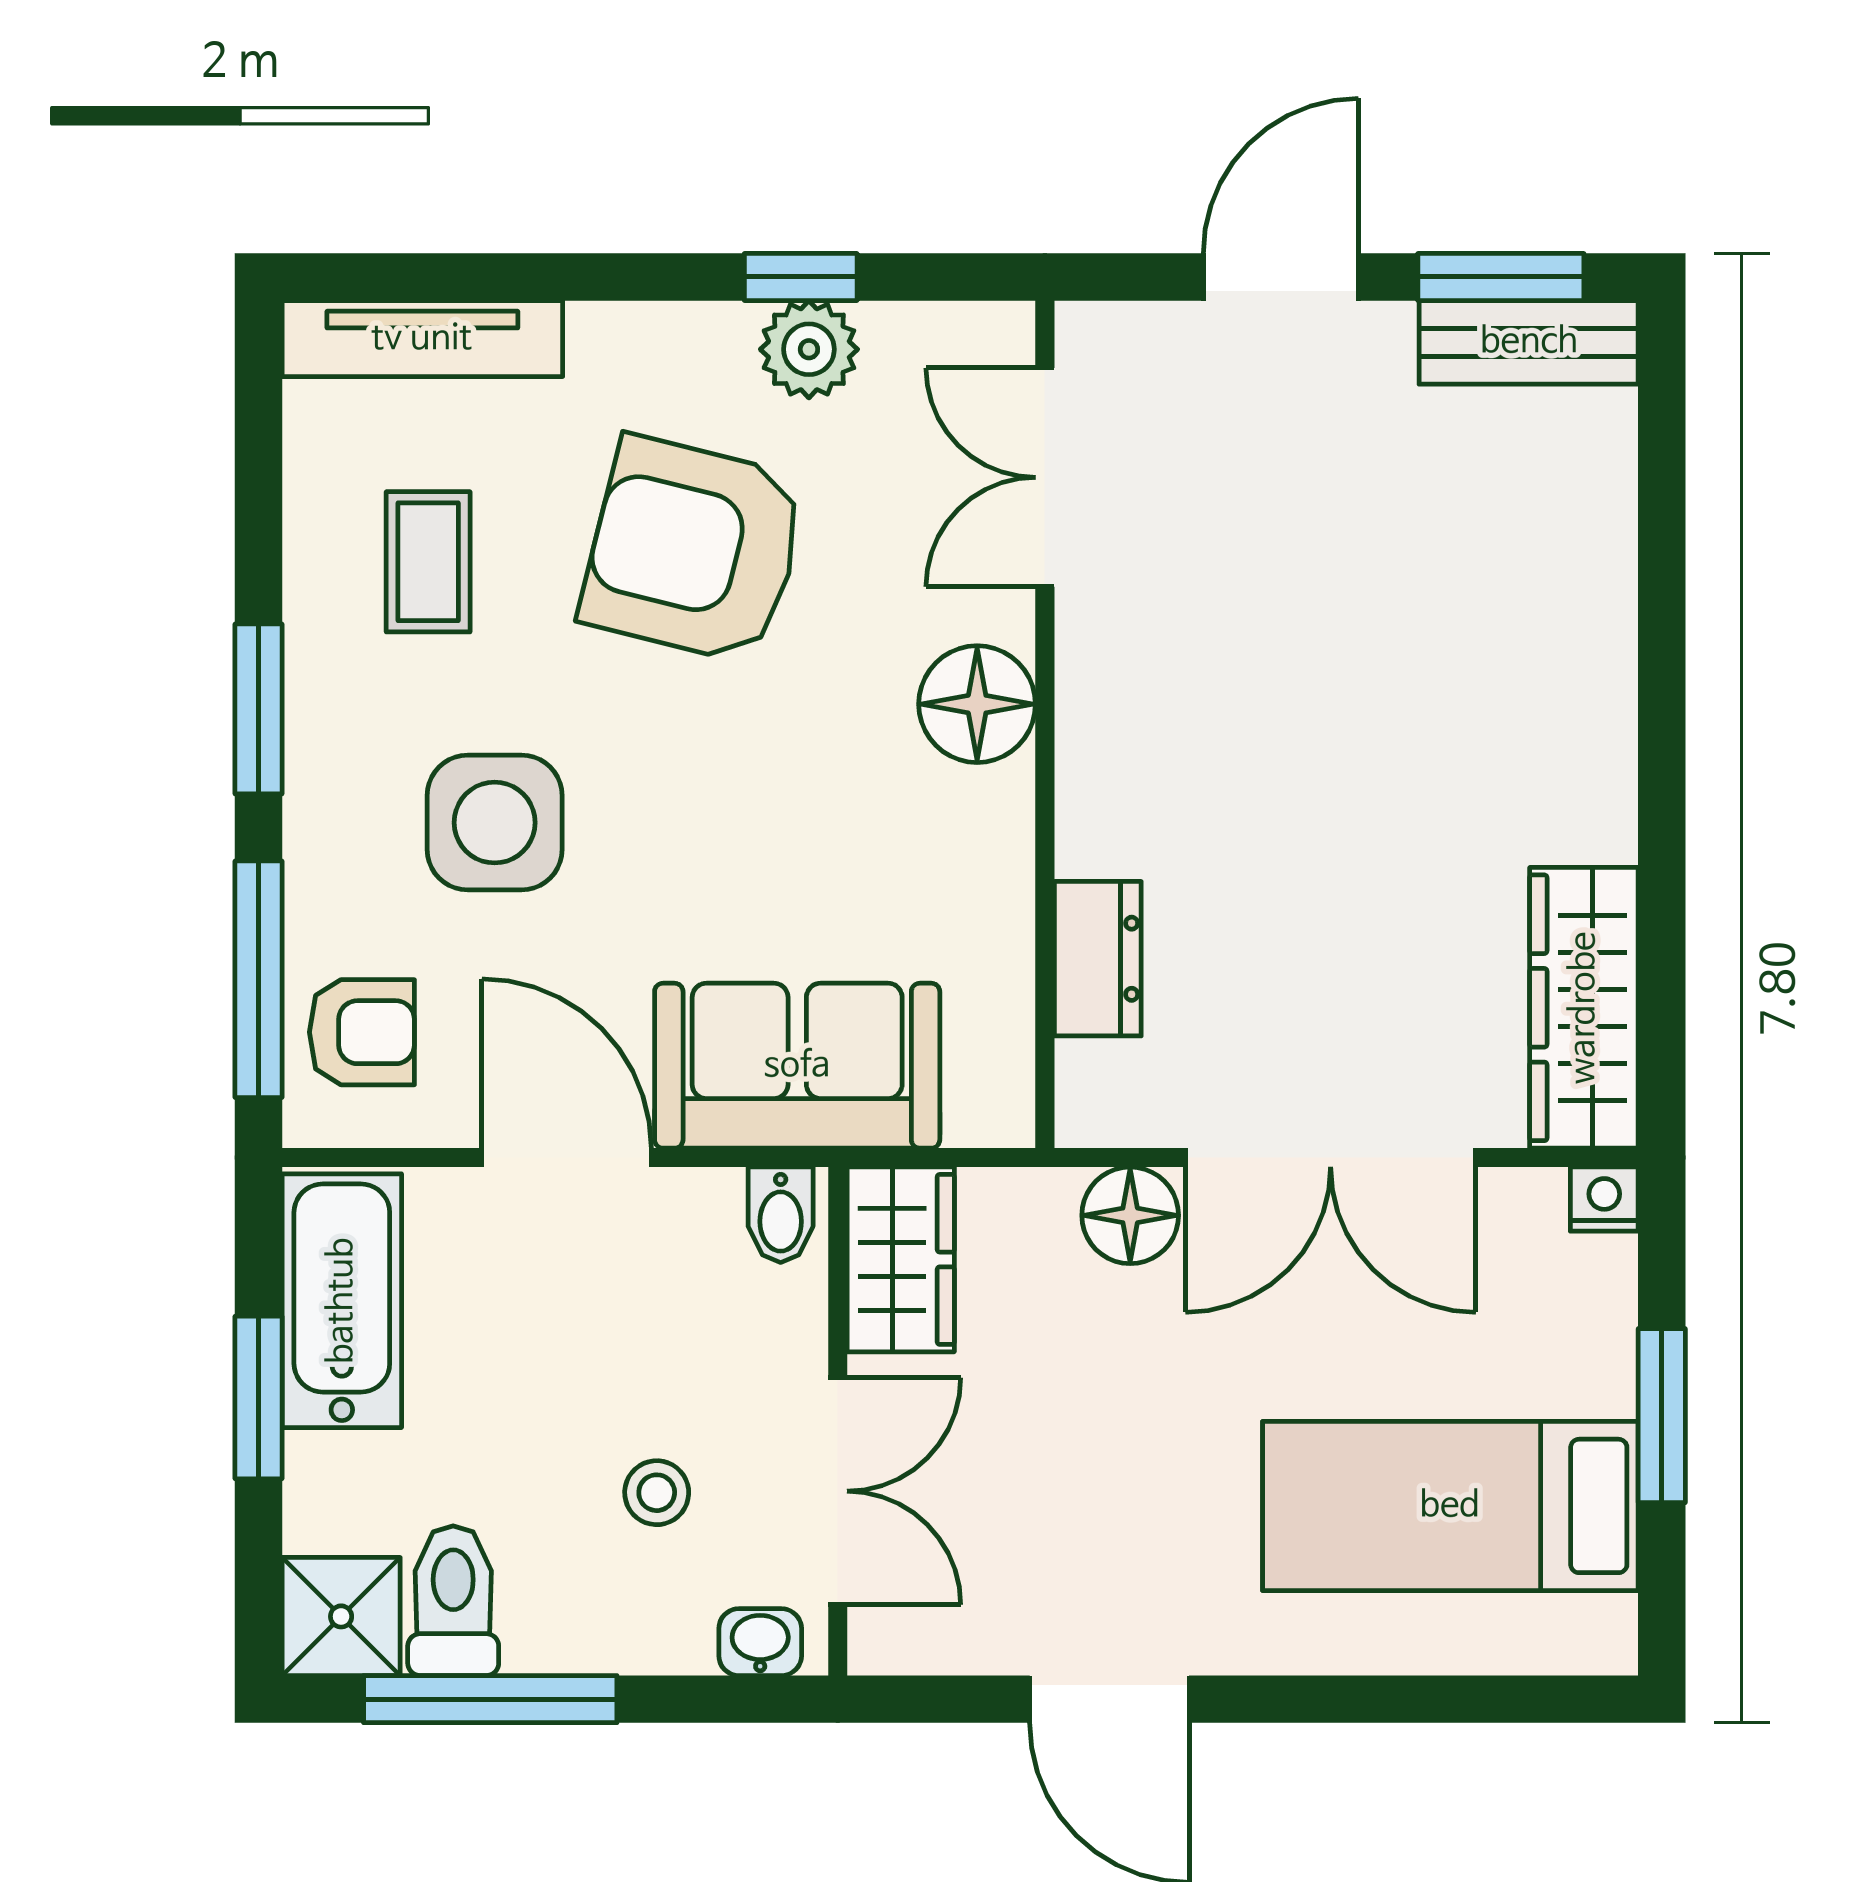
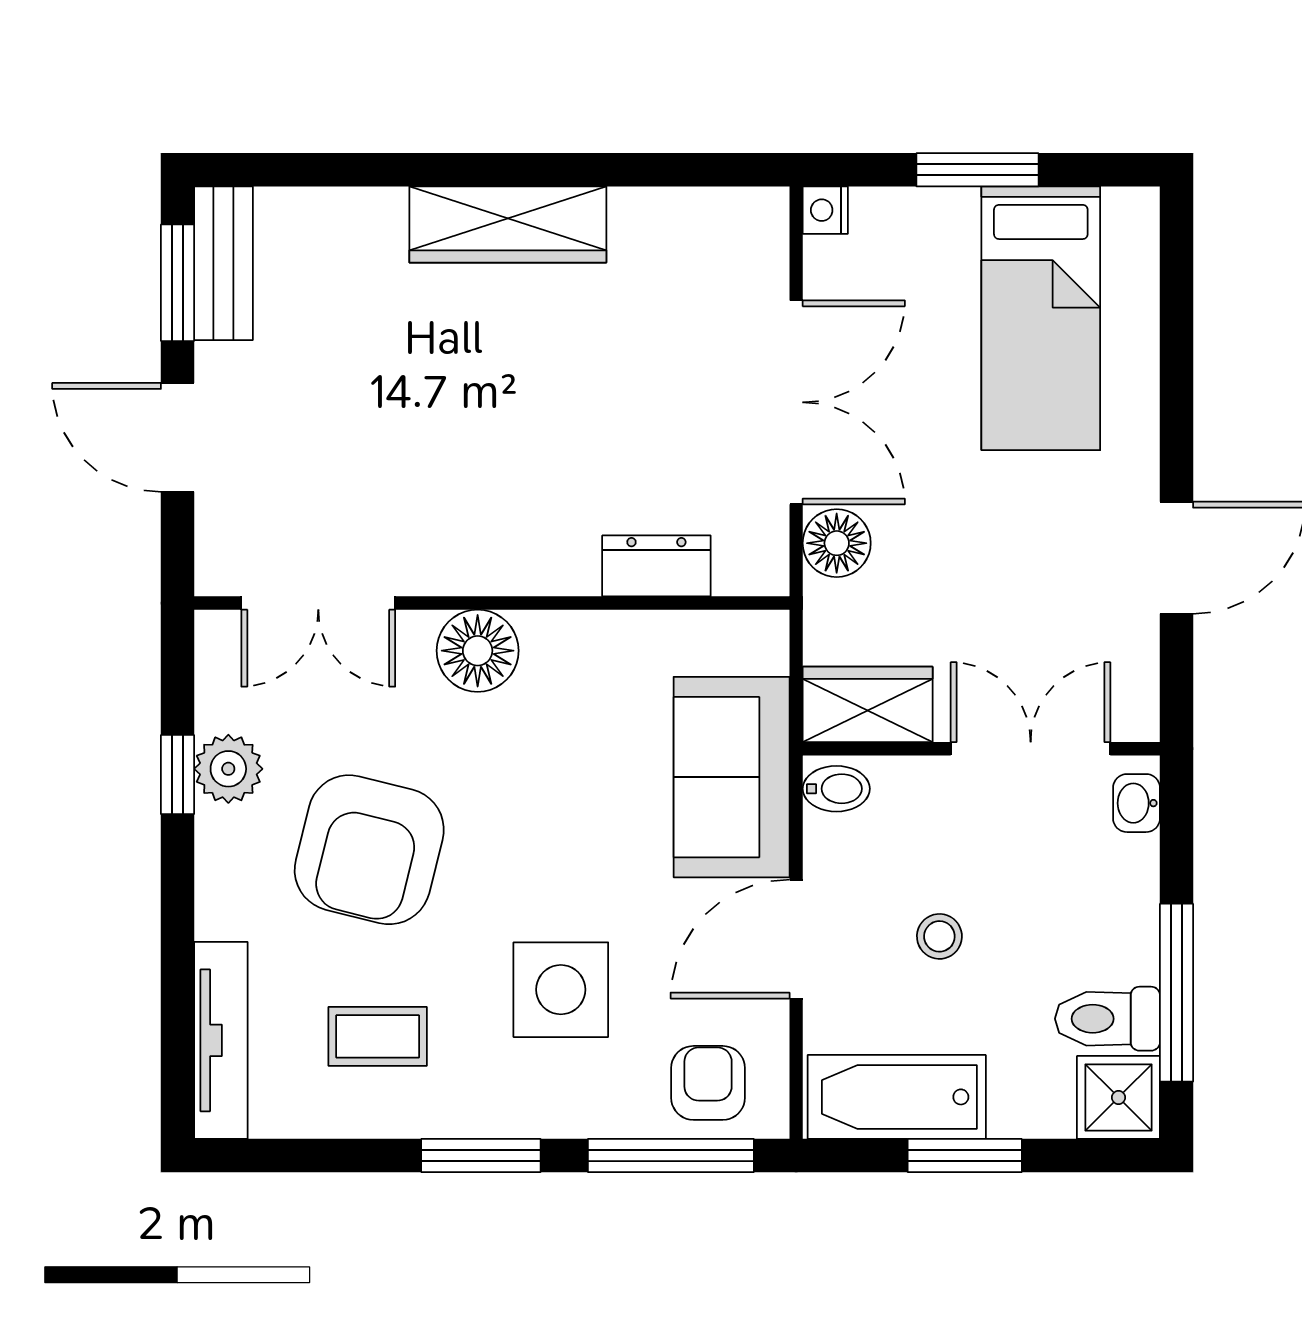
wardrobe: (1584, 1008) -> (508, 224), moved
stool: (657, 1493) -> (939, 936), moved

